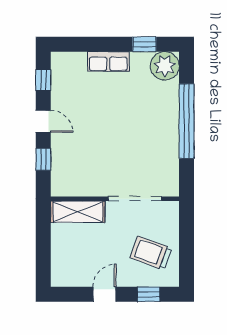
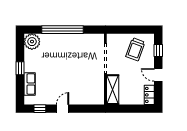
window: (144, 44) -> (20, 68), moved
row of seats: (108, 61) -> (30, 84), moved
window: (43, 159) -> (84, 109), removed
locker: (68, 278) -> (149, 95), added

